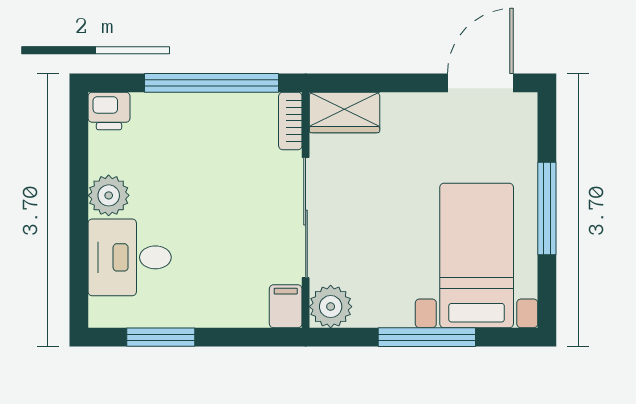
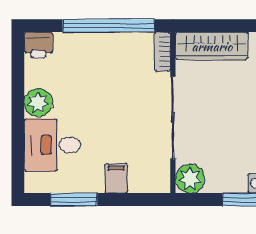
wardrobe: (344, 112) -> (212, 46), width x1.50
filing cabinet: (286, 306) -> (116, 178), moved

